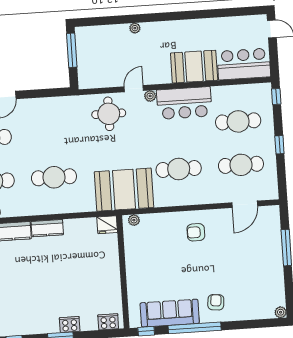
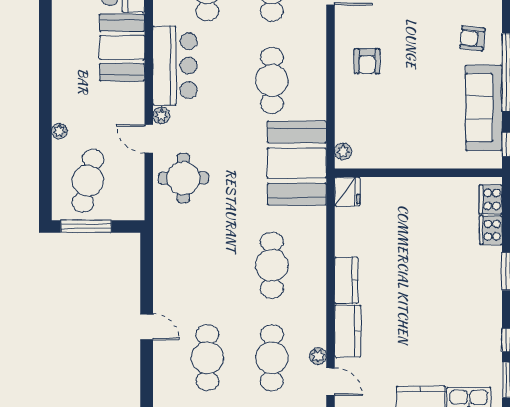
cafe table: (103, 50) -> (88, 181), added
cooker: (70, 324) -> (491, 230), moved

